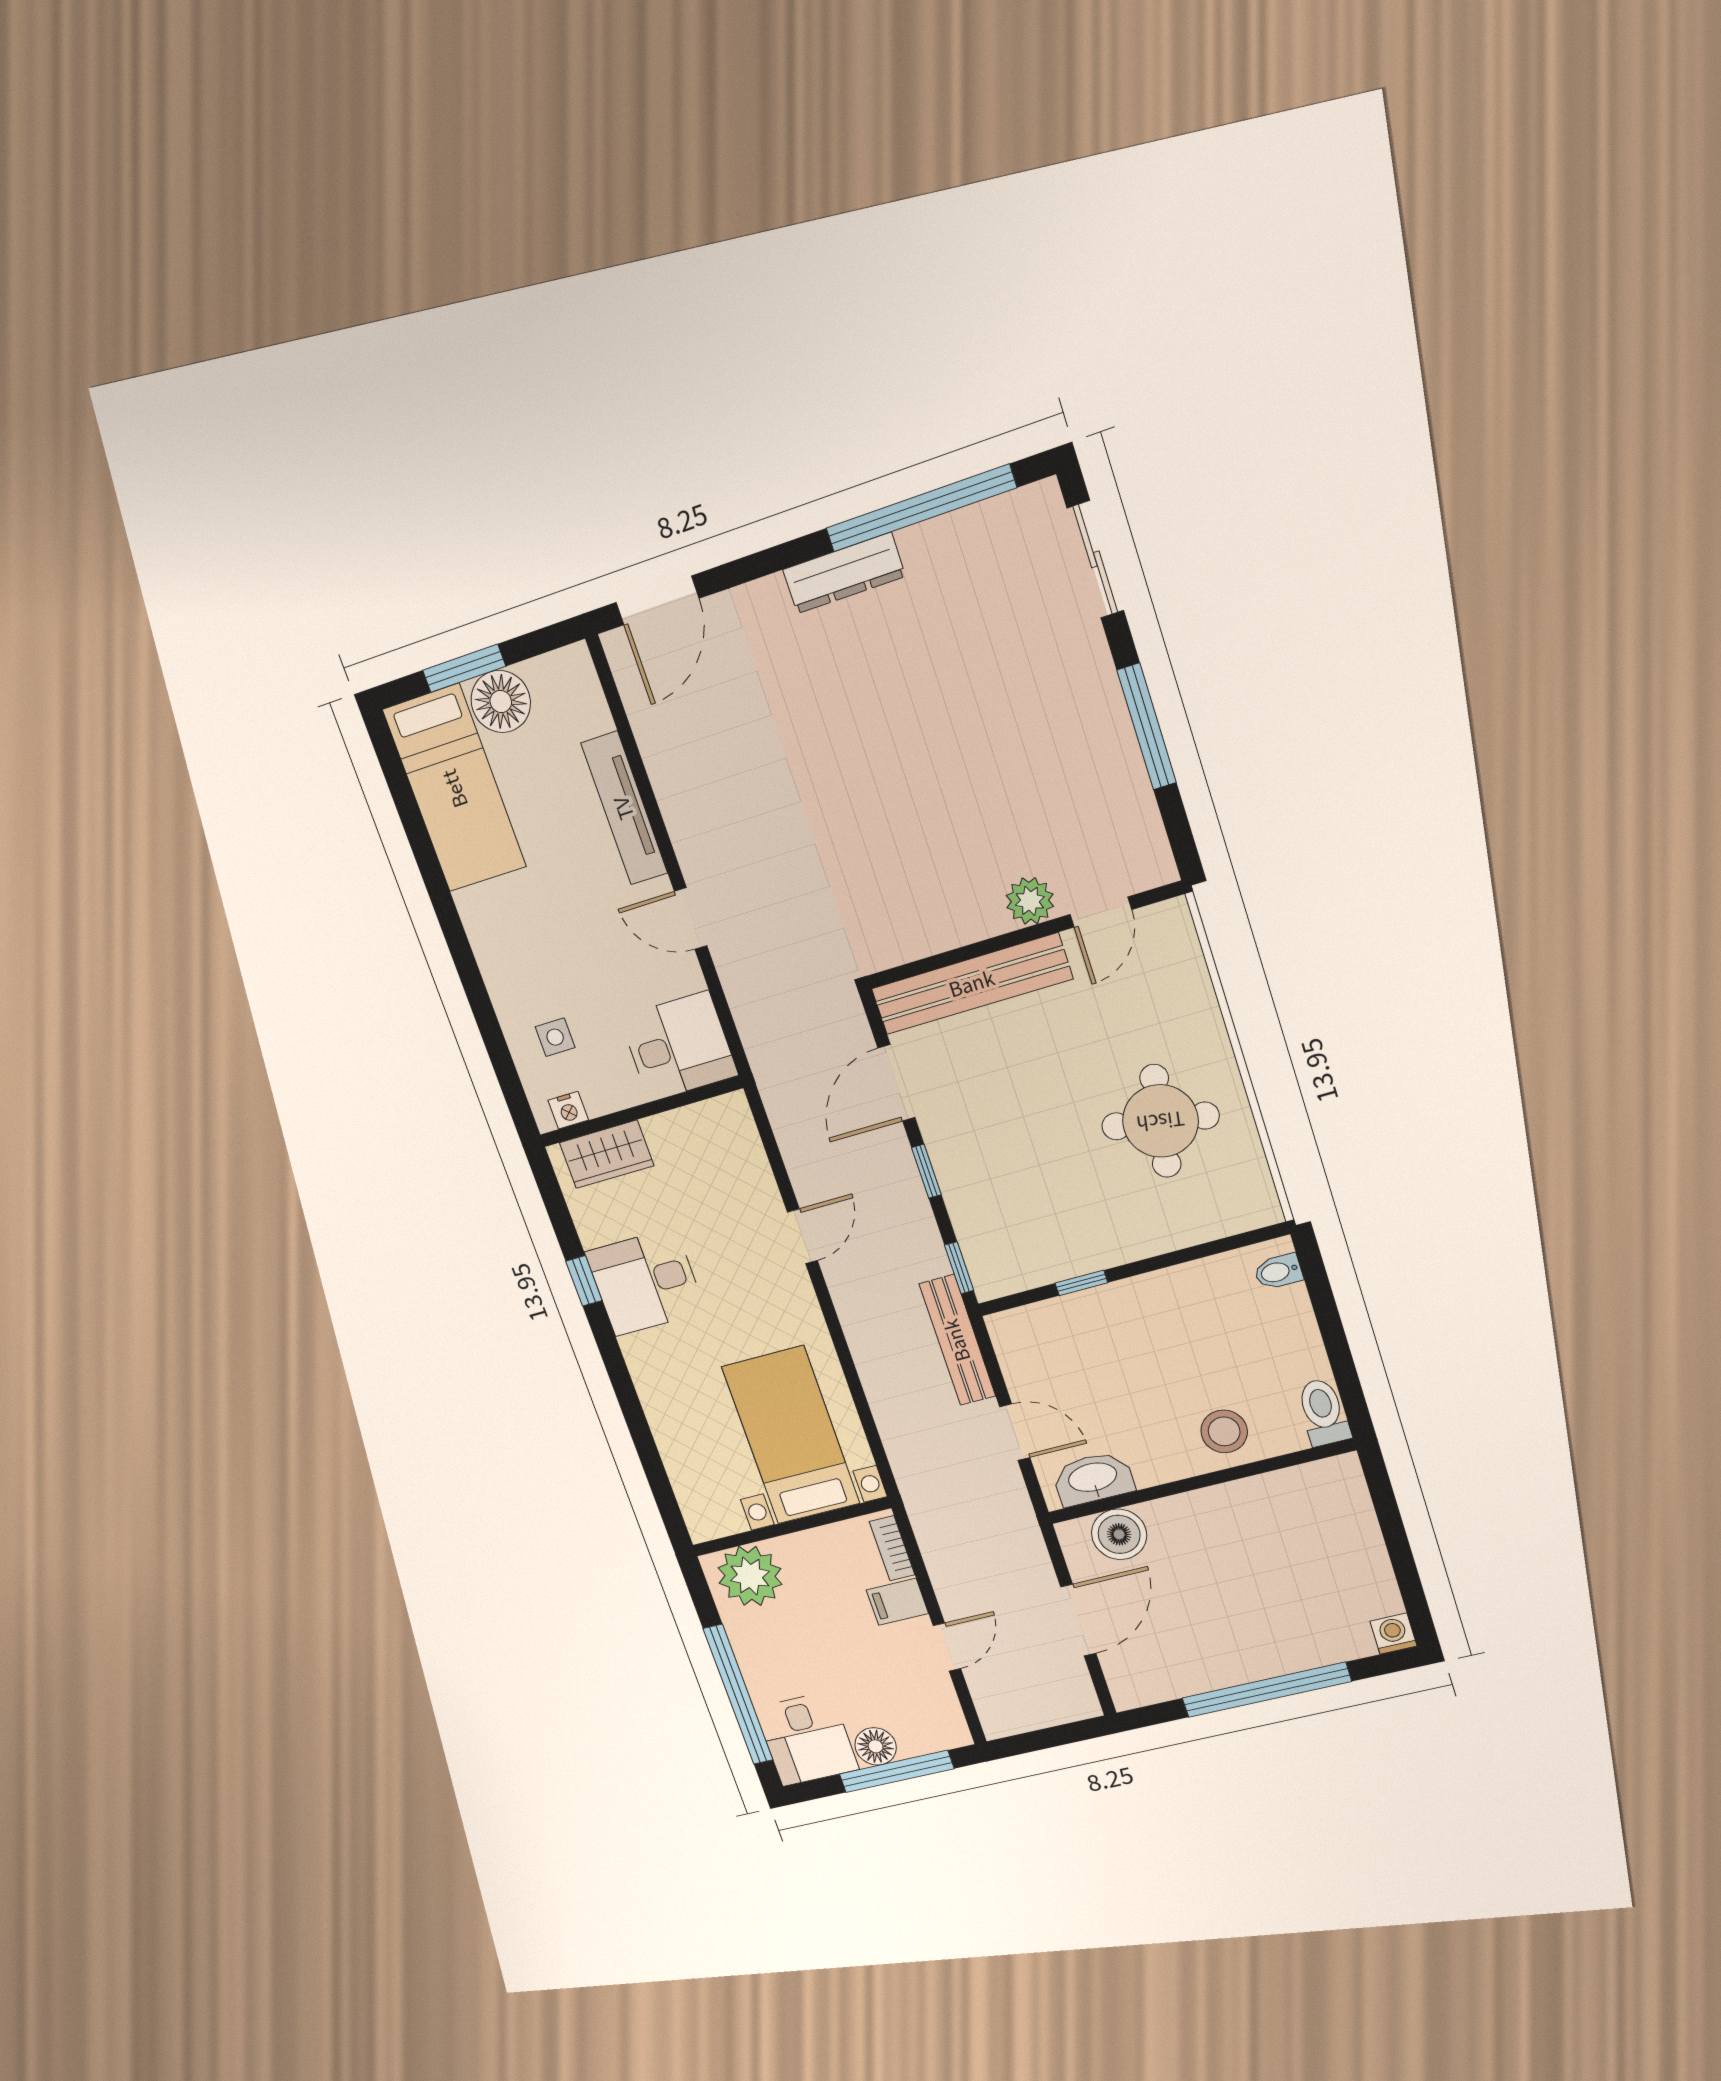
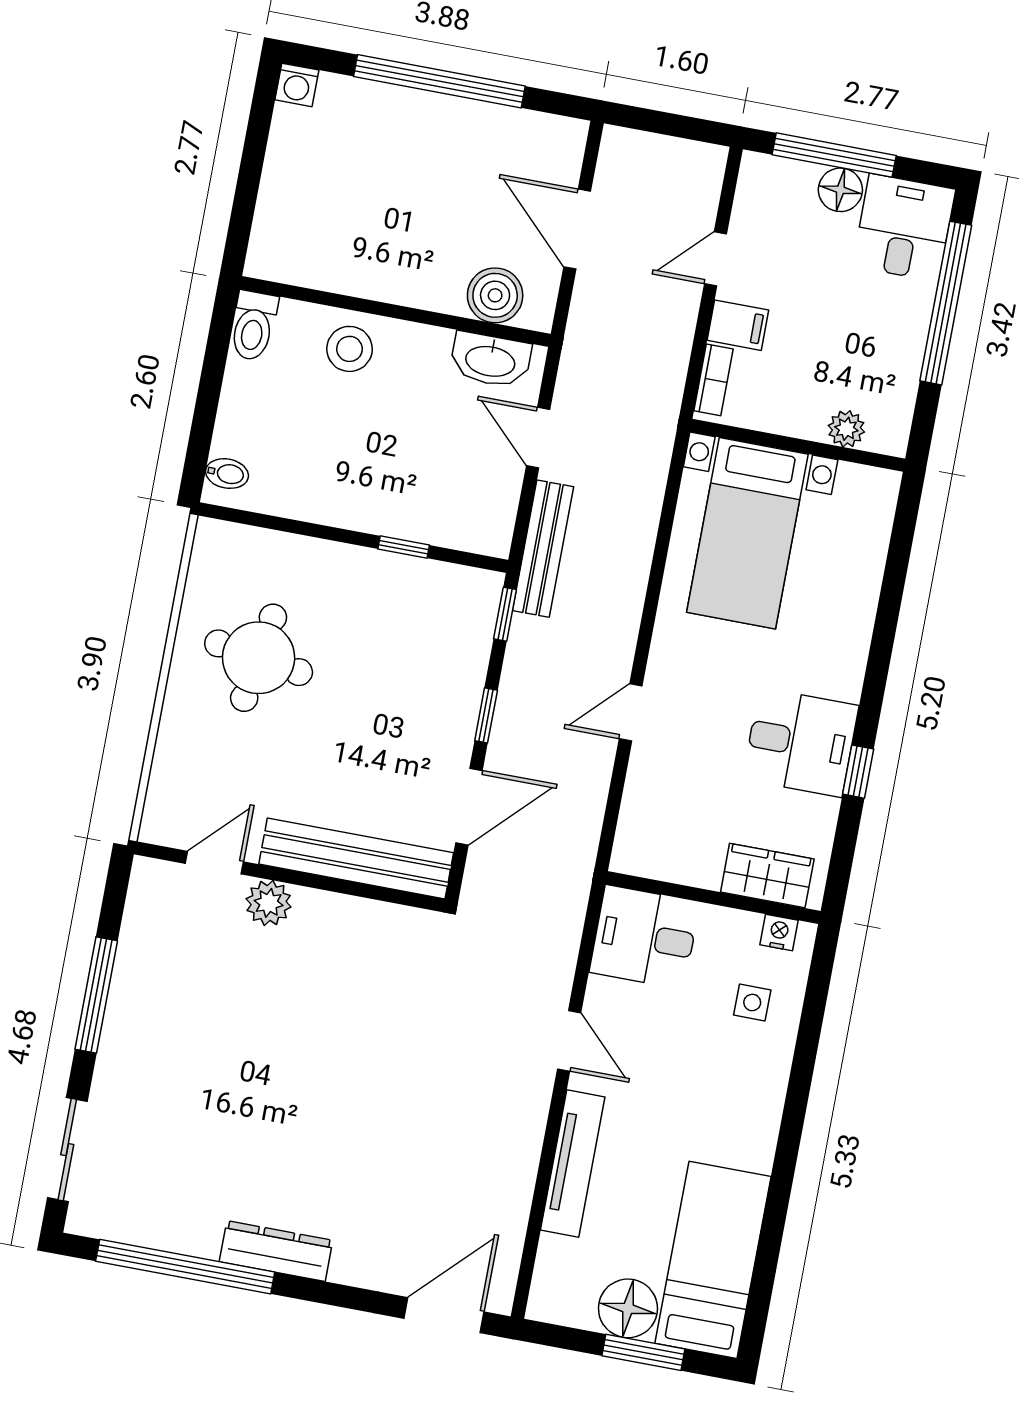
plant: (750, 1576) -> (846, 429), width x0.53, depth x0.53
door: (1078, 1620) -> (577, 229), hinge flipped

